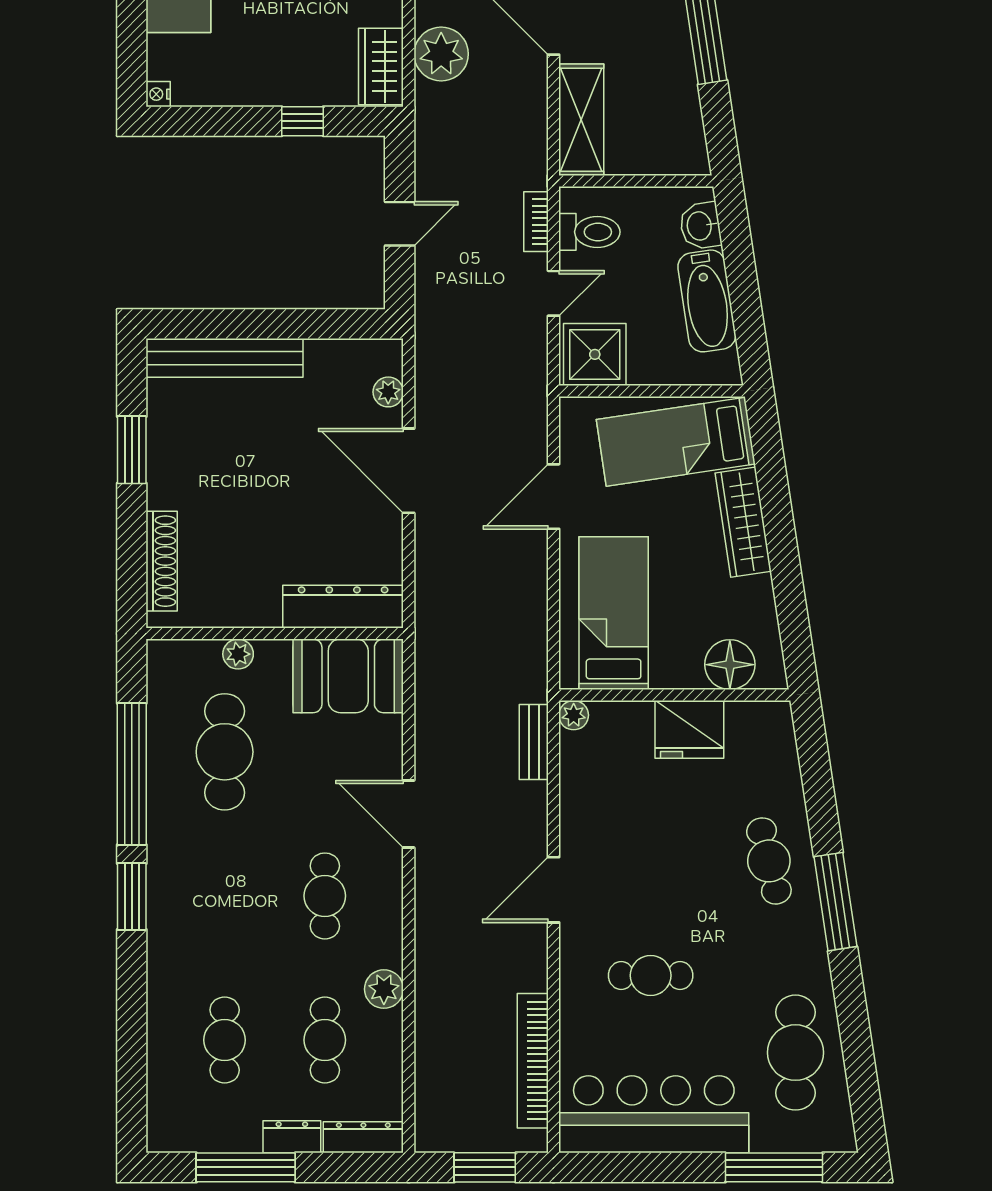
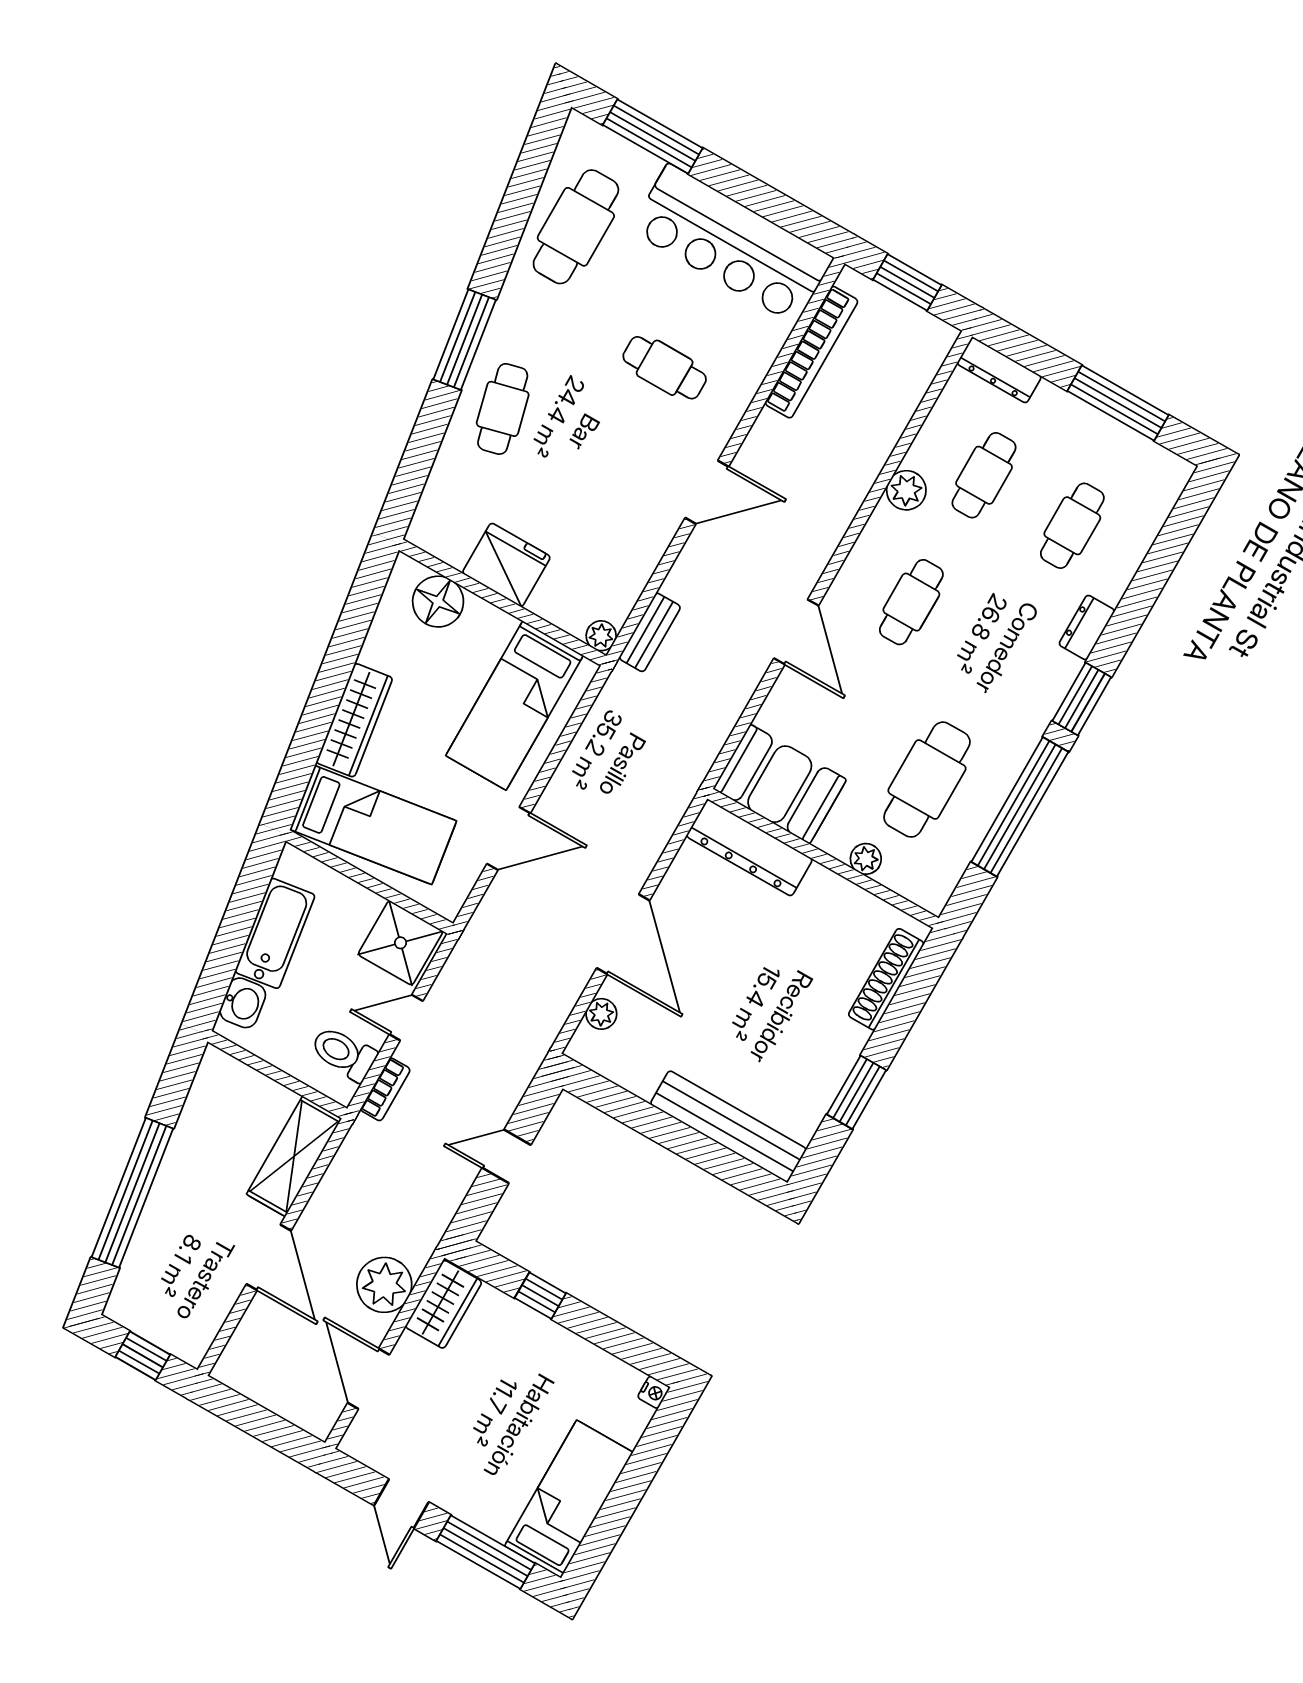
dresser: (292, 1137) -> (1087, 627), moved, turned 90

